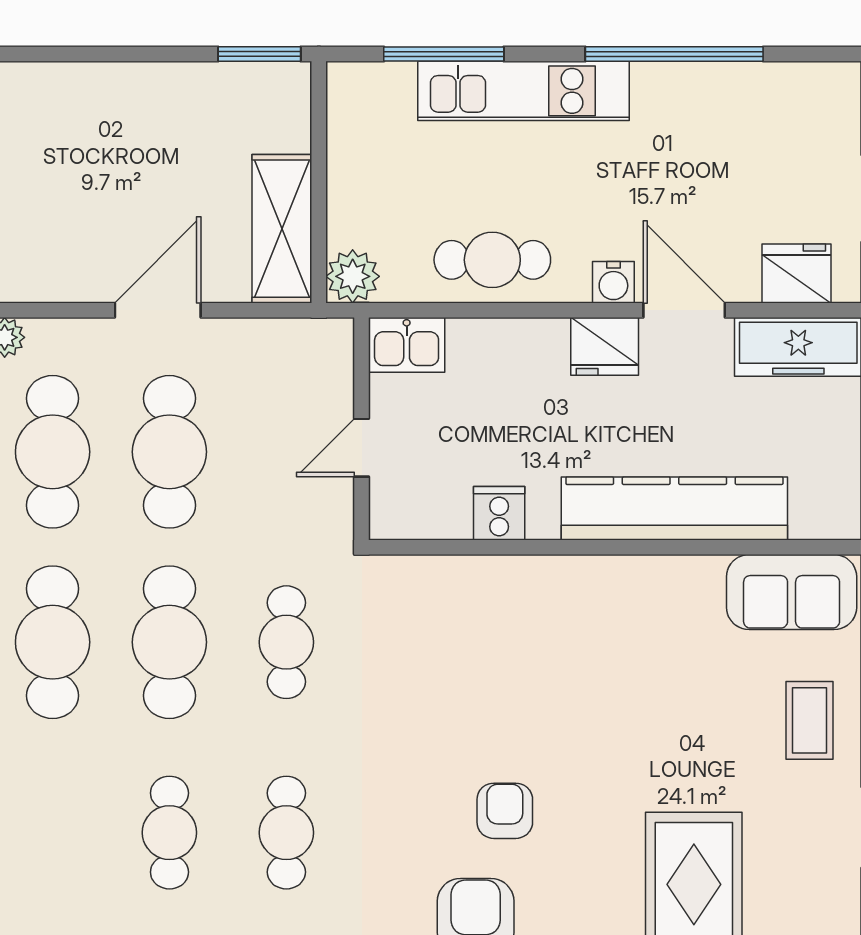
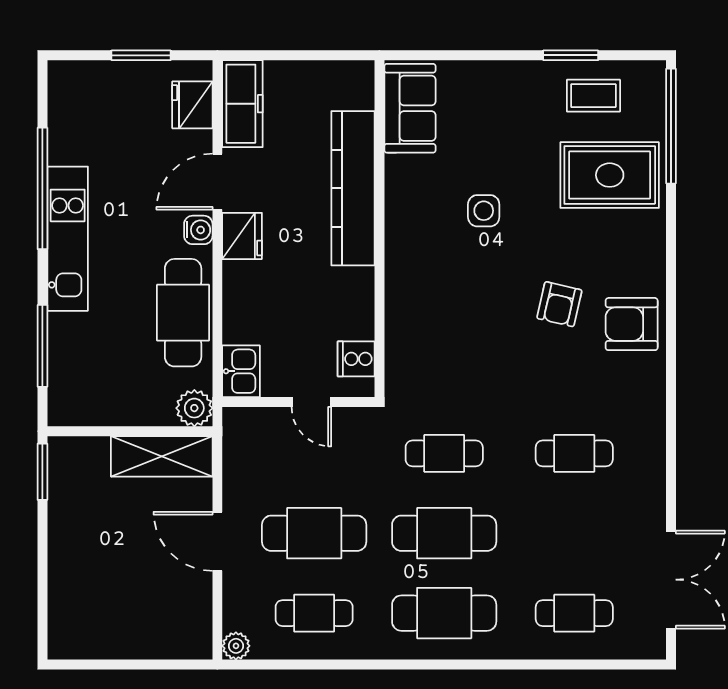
kitchen unit: (523, 91) -> (68, 239), moved
cafe table: (492, 260) -> (183, 313), width x1.37, depth x1.35
cafe table: (53, 452) -> (314, 613), width x0.73, depth x0.74
cooker: (499, 513) -> (356, 359), moved
side table: (642, 700) -> (484, 211), added
coffee table: (809, 720) -> (593, 96), moved
armchair: (505, 811) -> (559, 304), turned -77
cafe table: (169, 833) -> (574, 613), moved

